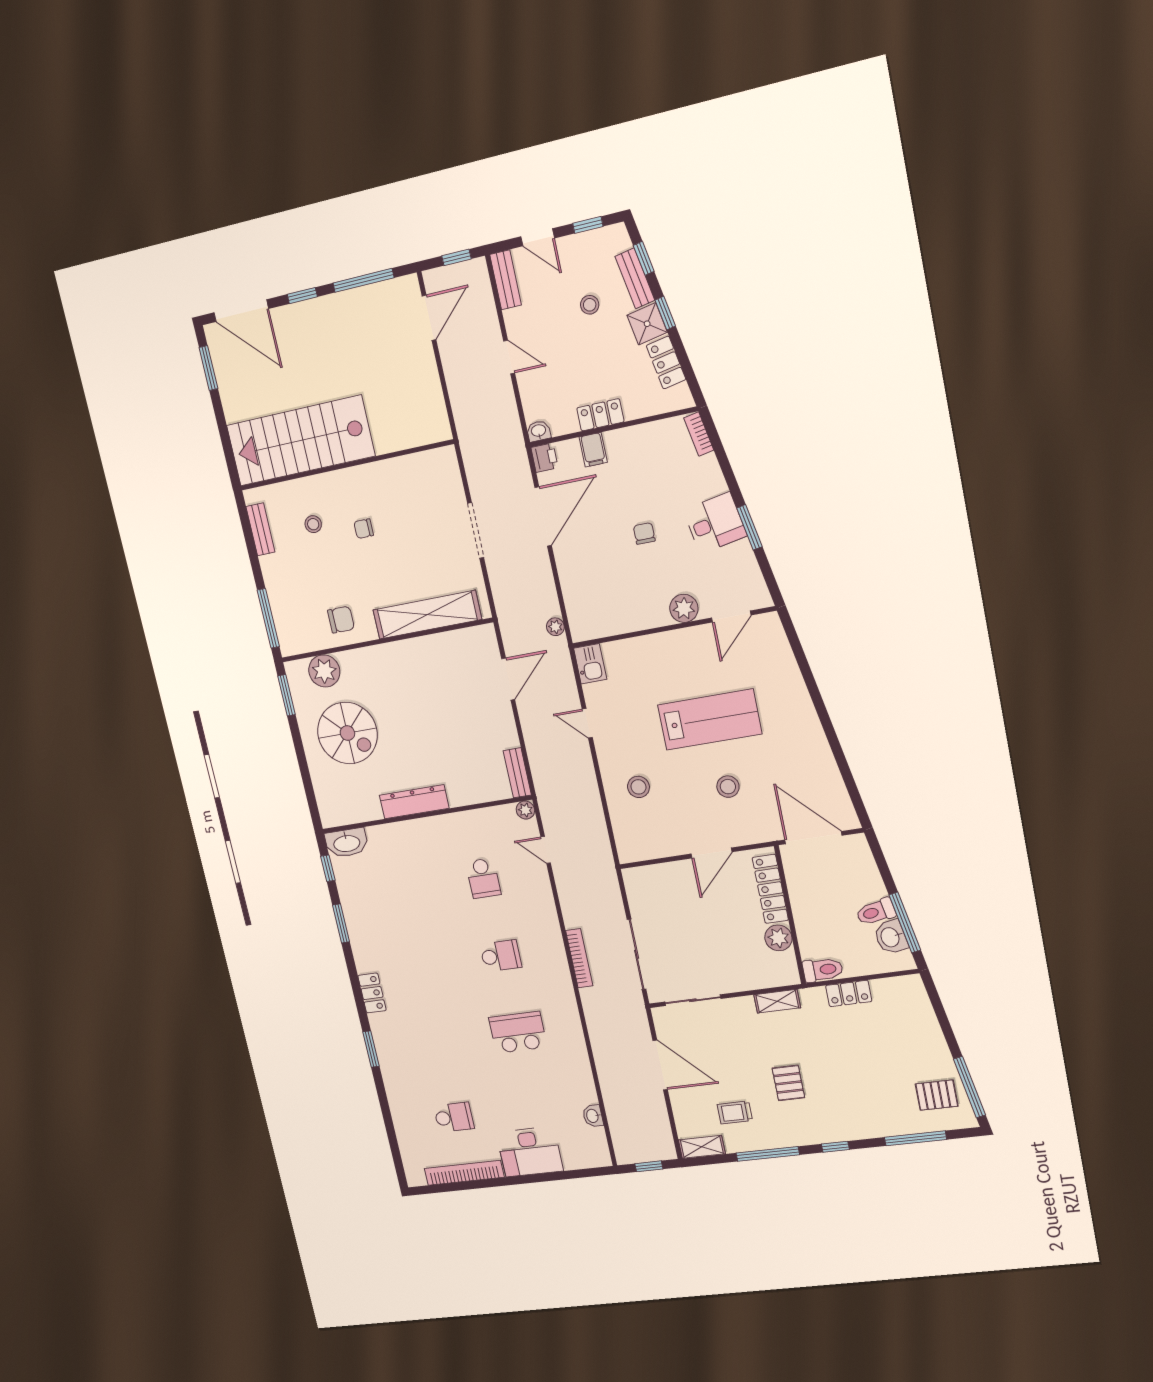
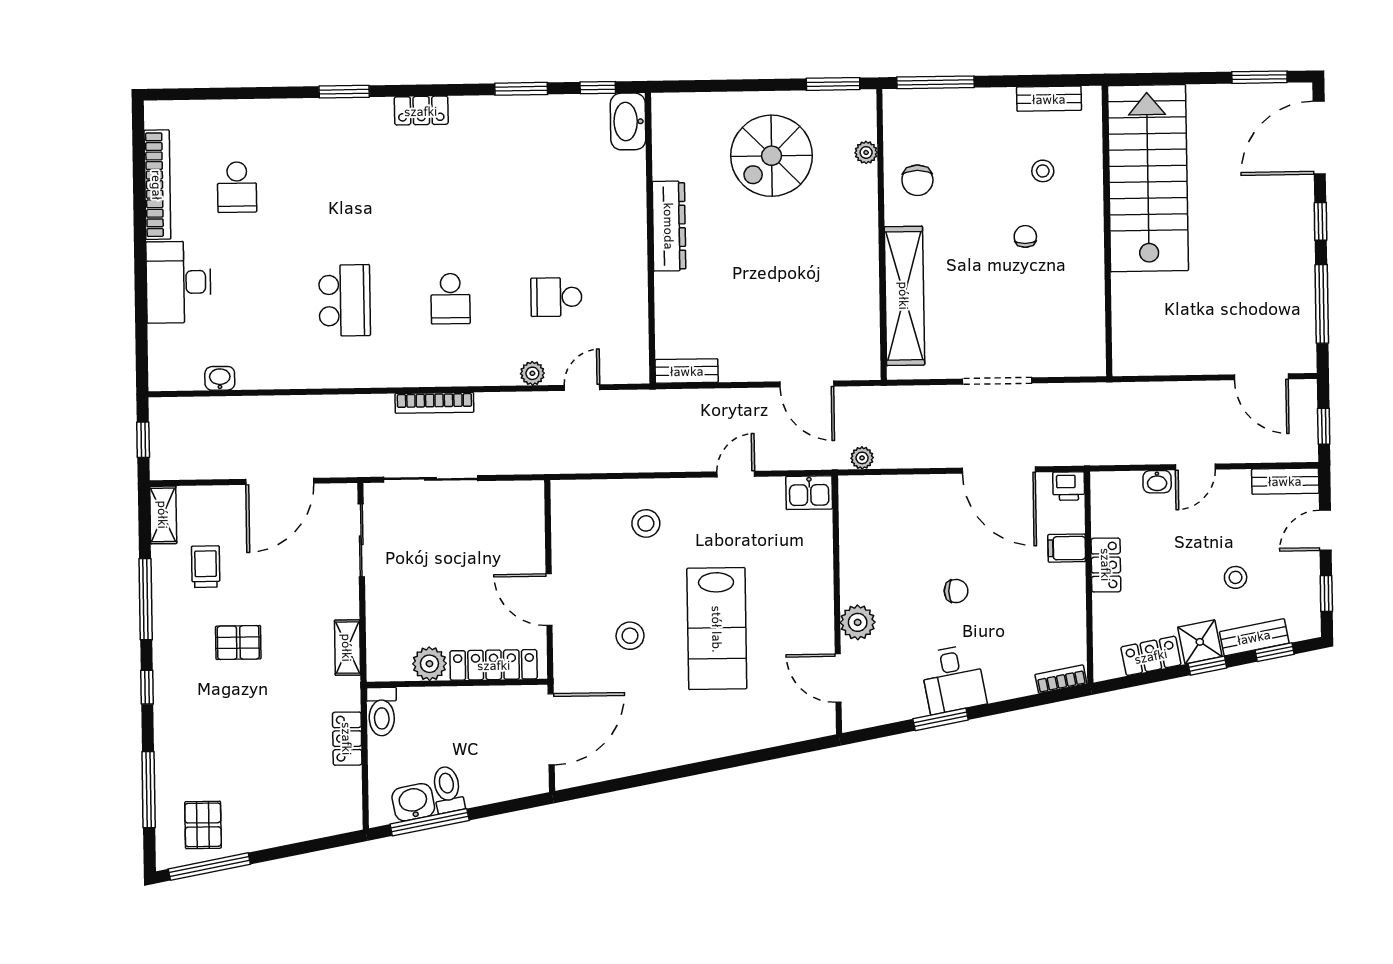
washbasin: (539, 431) -> (1157, 482), moved, turned 90
plant: (324, 671) -> (866, 152), width x0.53, depth x0.53
plant: (525, 810) -> (532, 373), moved

